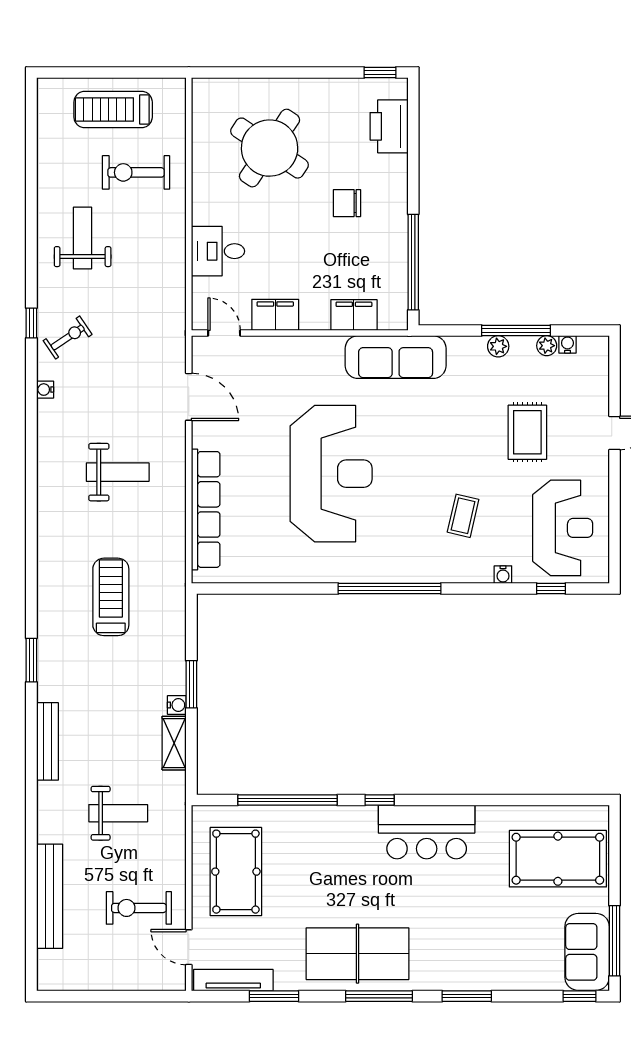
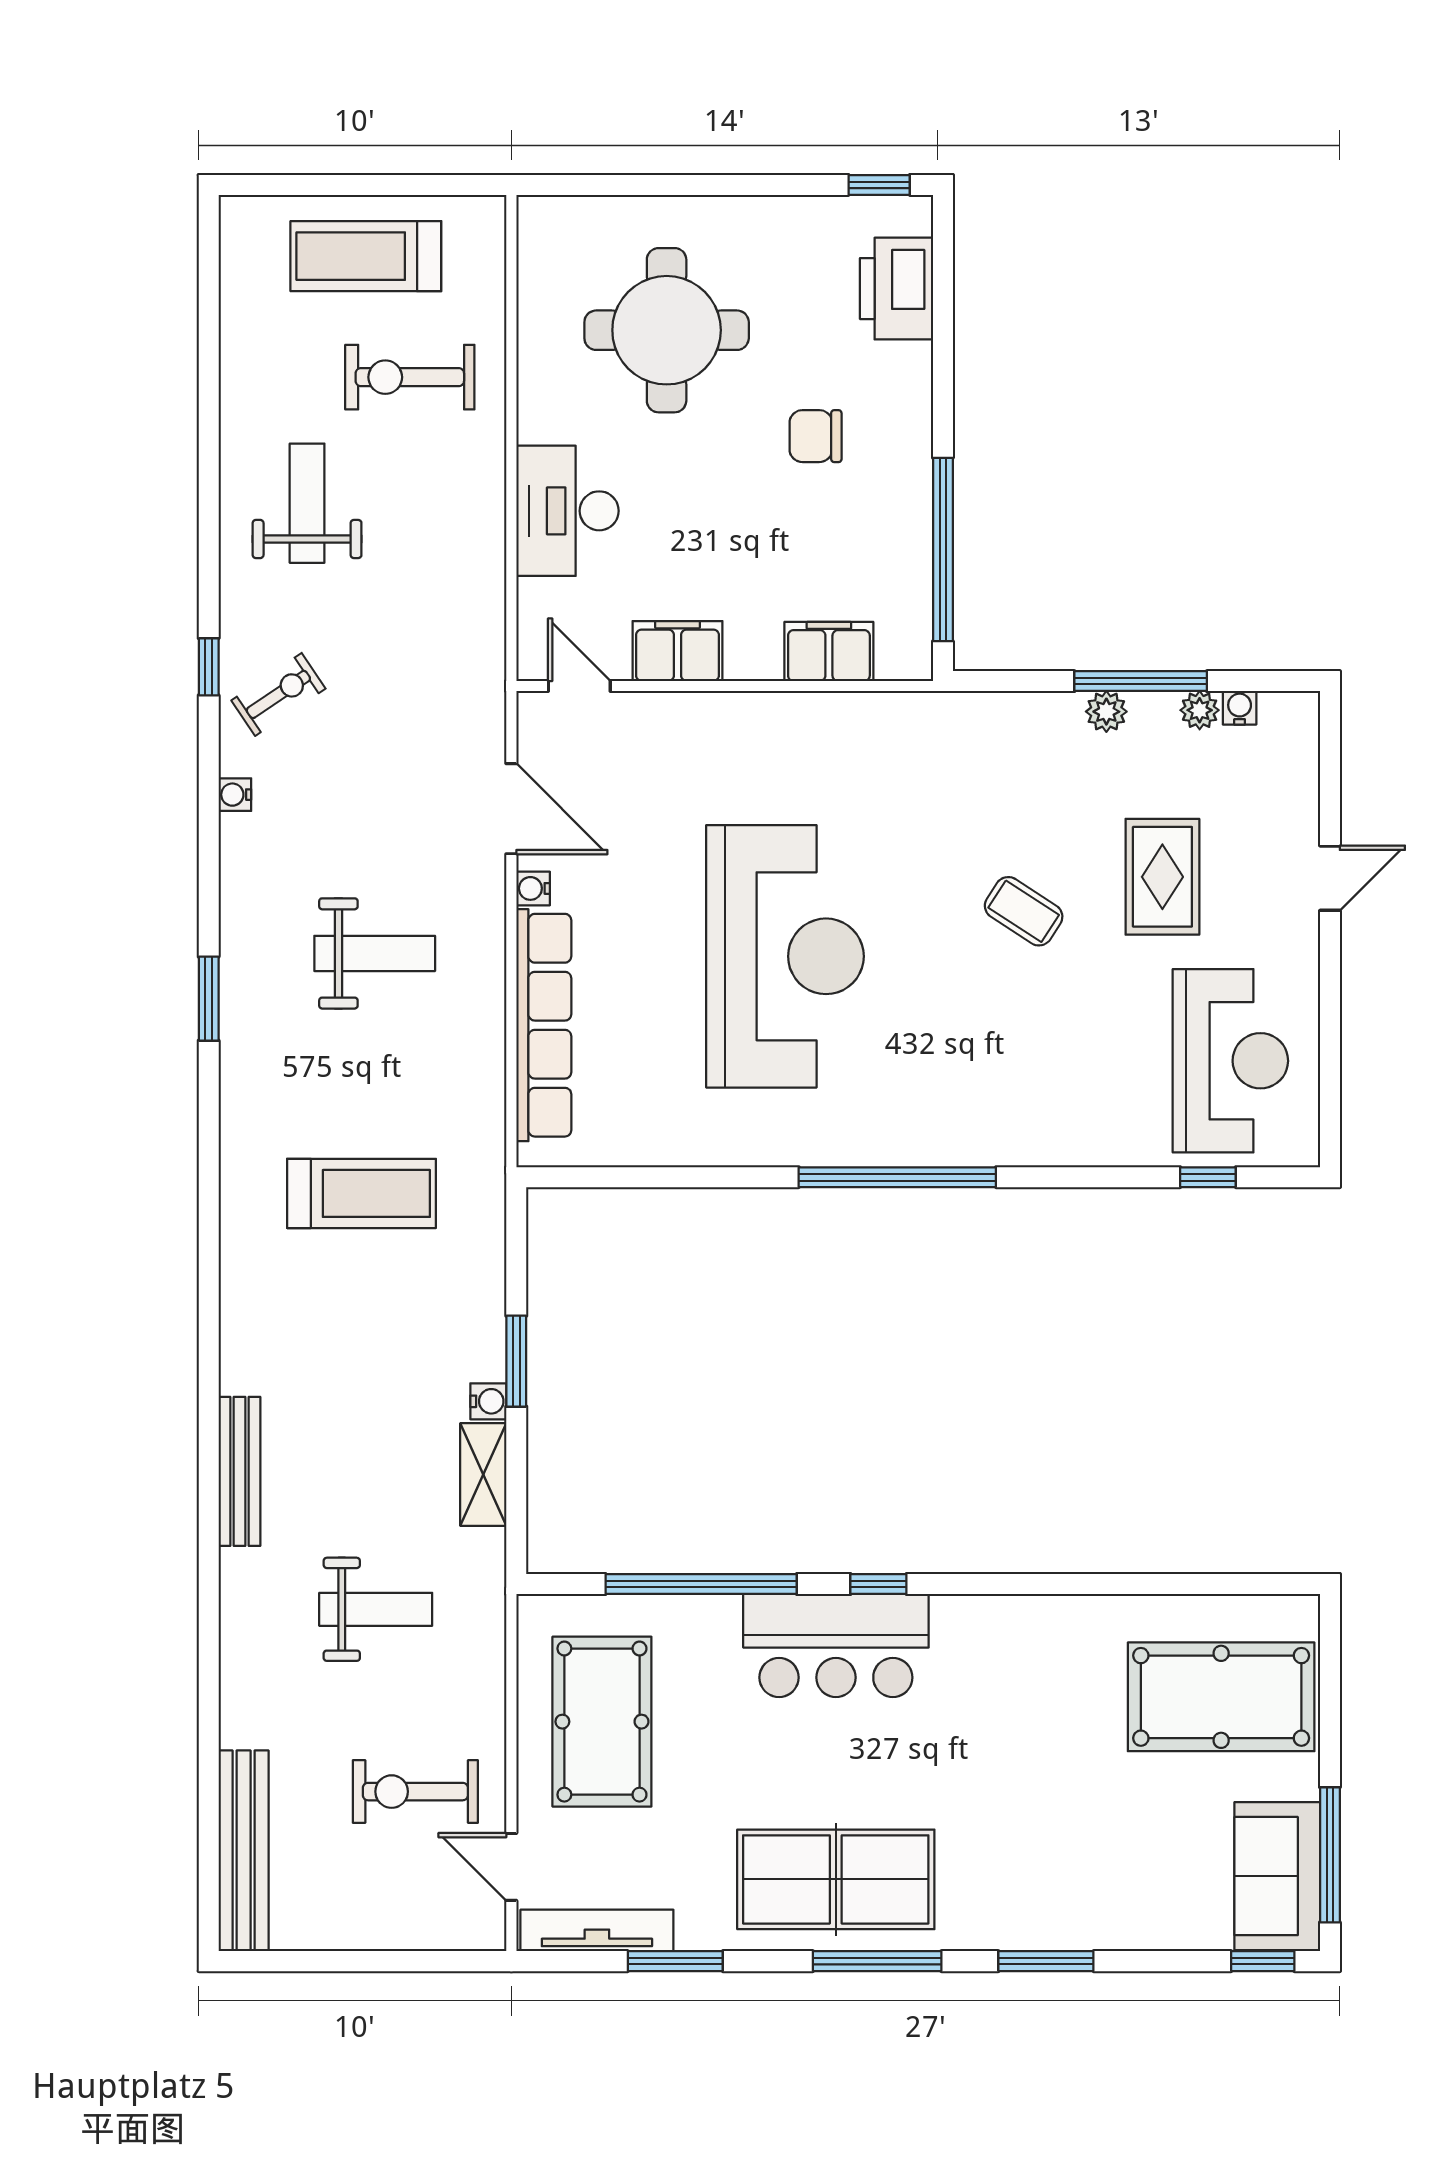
round table: (270, 148) -> (667, 330), turned -34
desk: (218, 251) -> (567, 511), width x1.37
sofa: (396, 357) -> (909, 732), removed
coffee table: (463, 516) -> (1024, 911), moved, turned -70
water cooler: (503, 575) -> (533, 888), moved, turned 90
treadmill: (111, 597) -> (361, 1193), turned 90
window: (31, 660) -> (209, 999), moved
bar counter: (427, 832) -> (836, 1645), moved
bench: (50, 896) -> (244, 1851), moved

